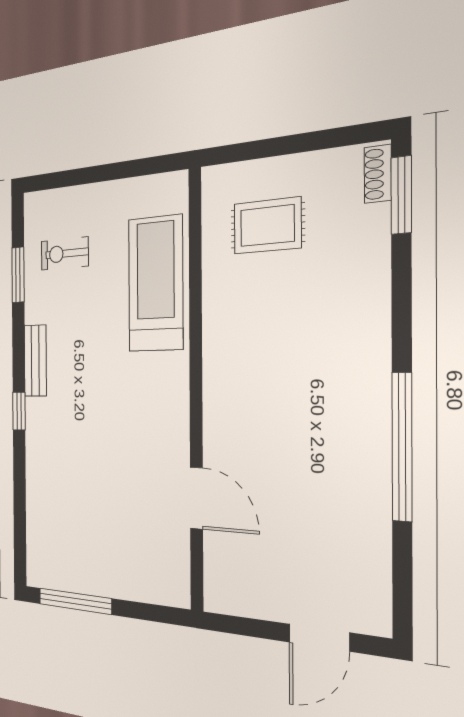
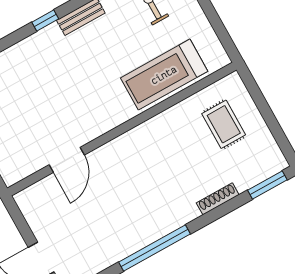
shoe rack: (378, 174) -> (218, 199), moved, width x1.43
treadmill: (156, 284) -> (164, 75), turned 180

